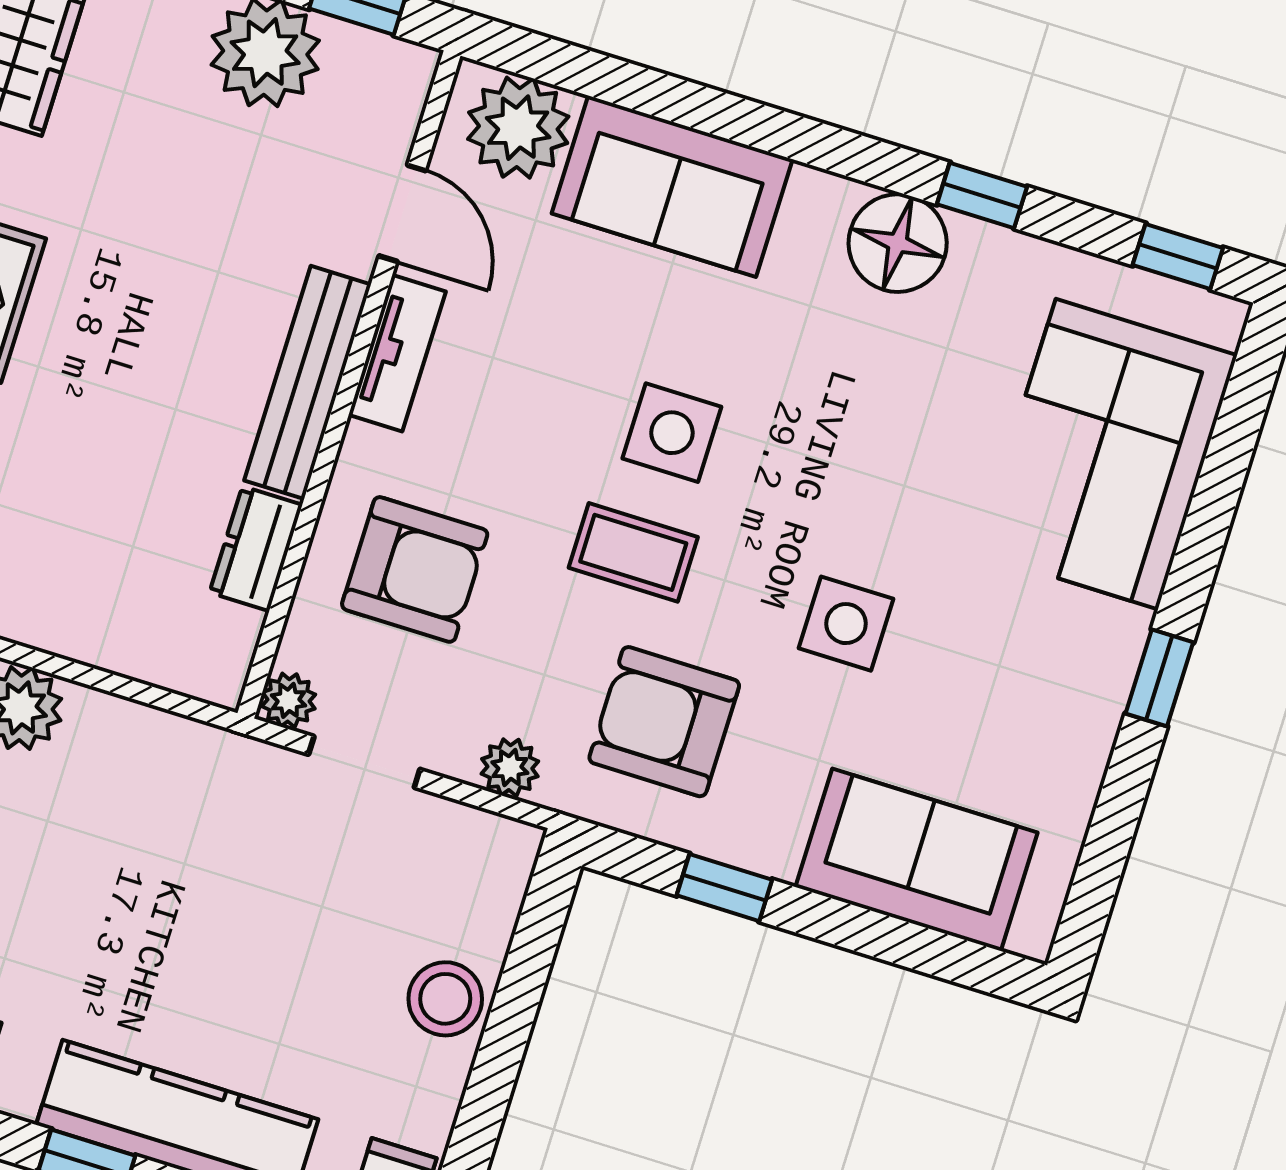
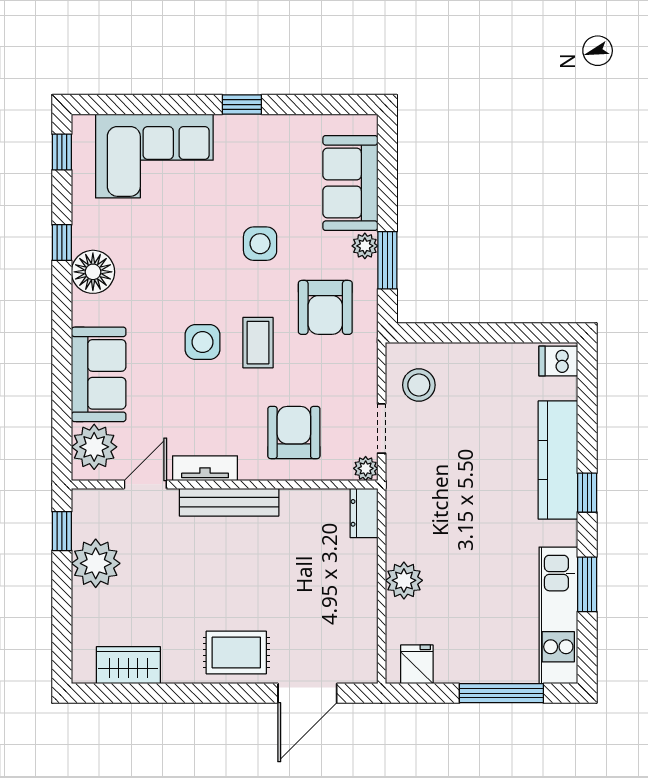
dresser: (256, 549) -> (364, 513), moved, turned 90
plant: (510, 768) -> (365, 246), moved
window: (724, 888) -> (387, 260), width x1.50
stool: (445, 999) -> (419, 385), moved

